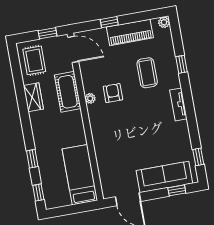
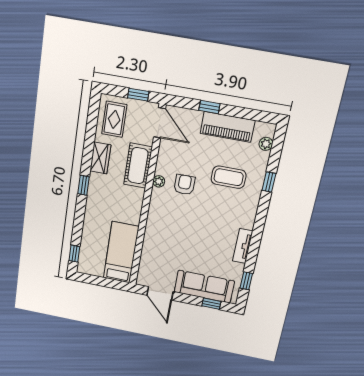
plant: (164, 22) -> (266, 144), moved
coffee table: (147, 73) -> (229, 177), turned 90
tv unit: (178, 104) -> (243, 246), moved
window: (32, 159) -> (84, 185), moved

